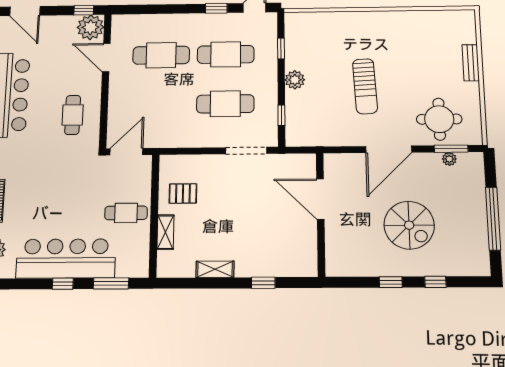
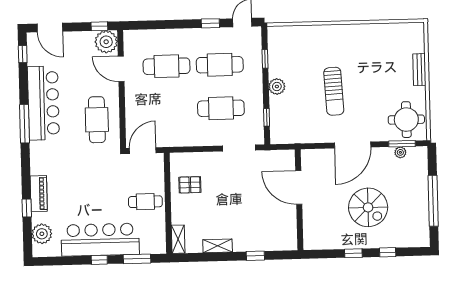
cafe table: (73, 115) -> (97, 120), width x1.37, depth x1.35
round table: (439, 119) -> (406, 120), moved
shelving: (166, 232) -> (178, 239), moved

